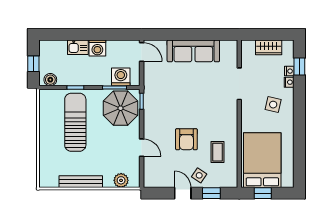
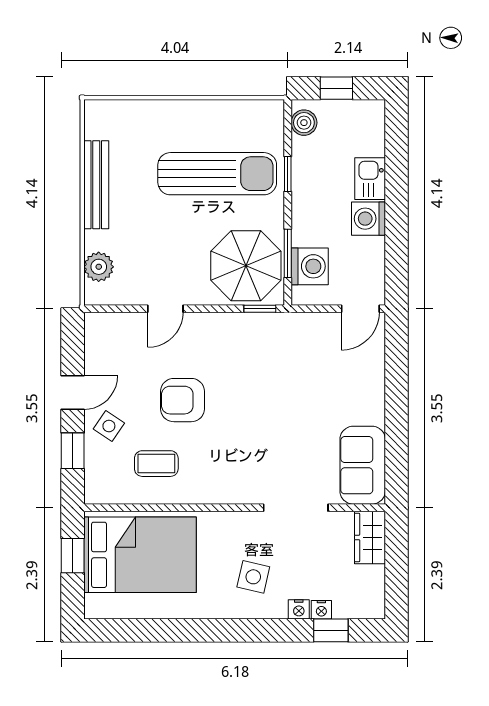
wardrobe: (269, 47) -> (370, 537), moved
sofa: (193, 51) -> (363, 465), moved, width x0.73

